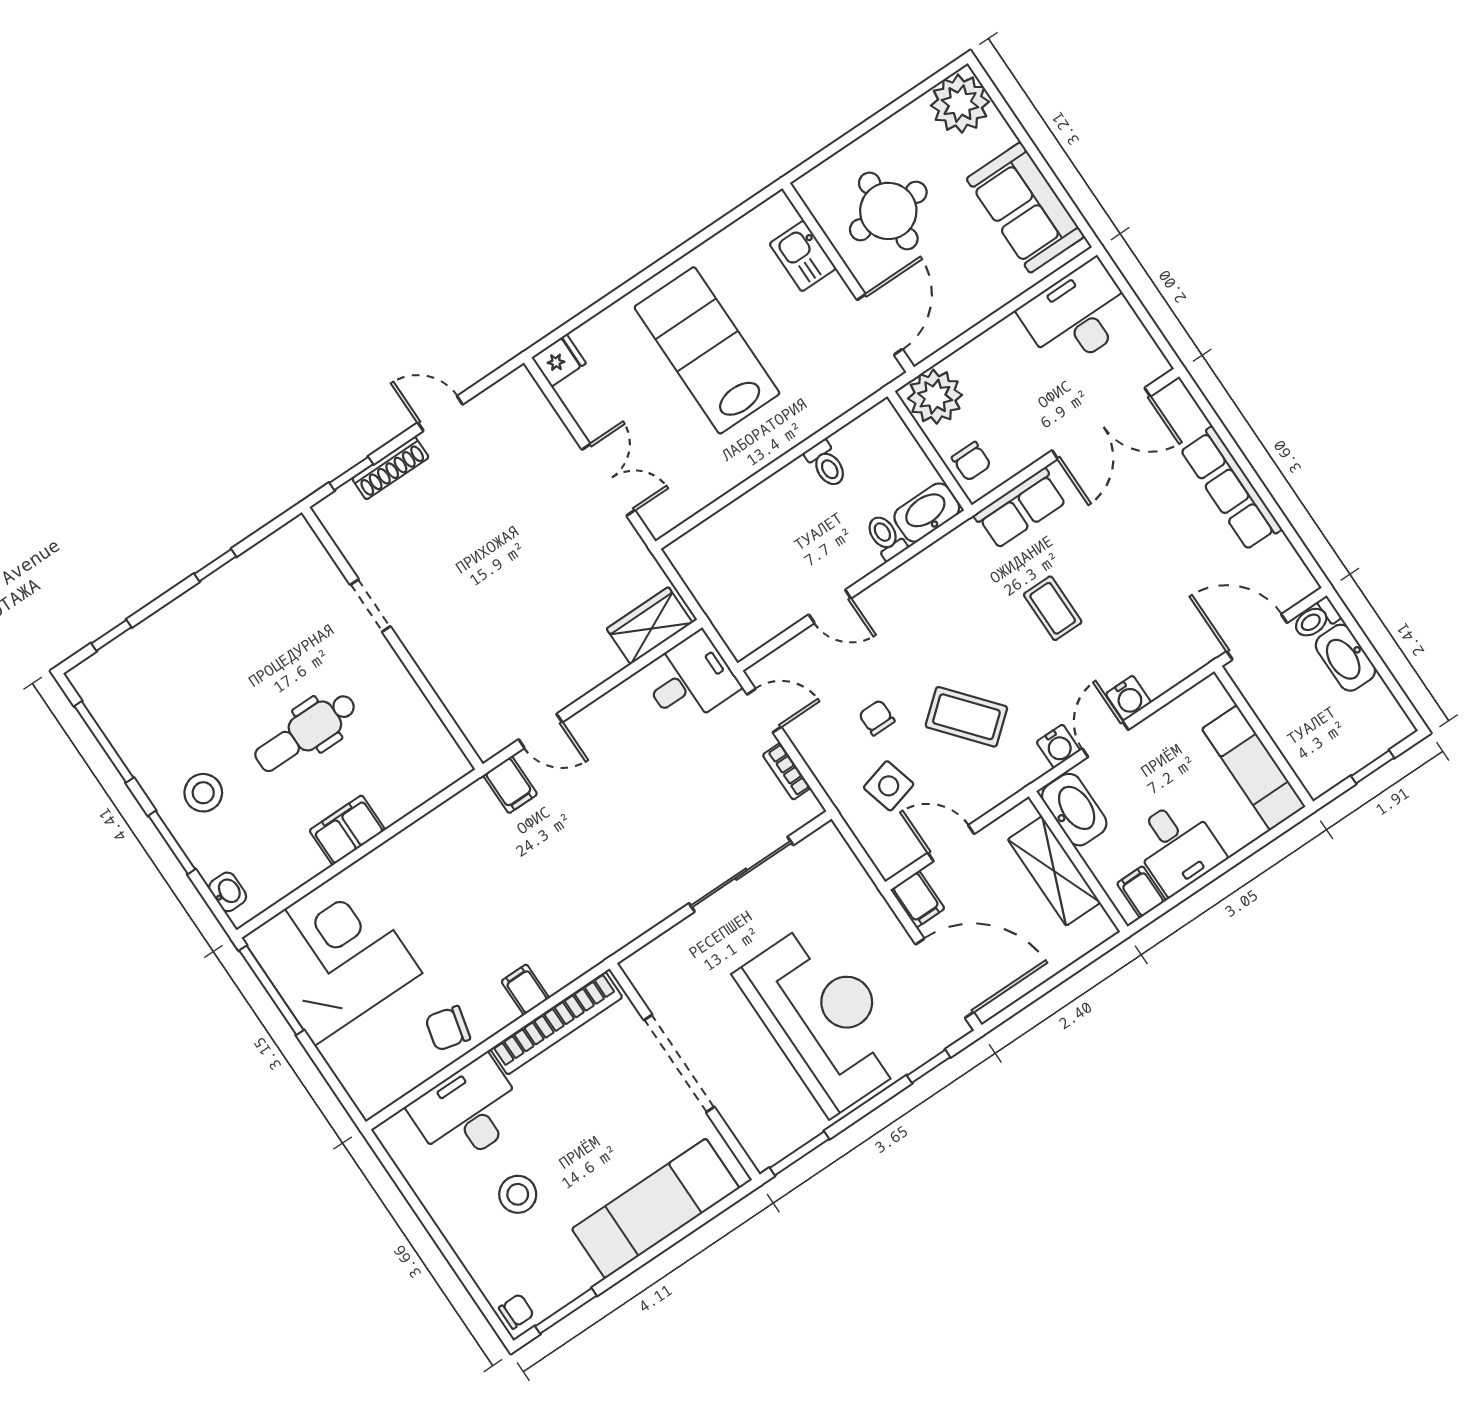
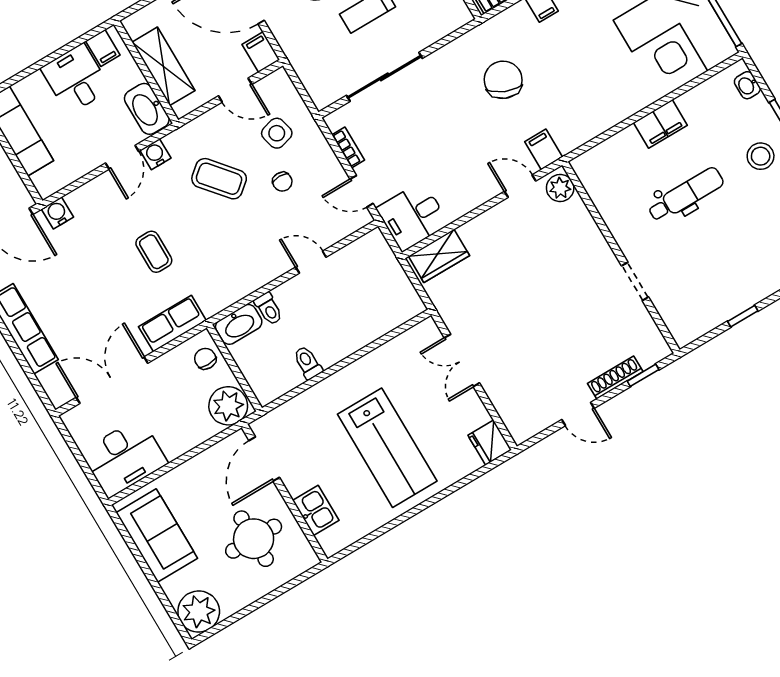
fridge: (559, 360) -> (490, 443), width x1.38
water cooler: (1128, 698) -> (57, 213), moved
plant: (484, 731) -> (560, 188), added
chair: (573, 880) -> (503, 80), added

